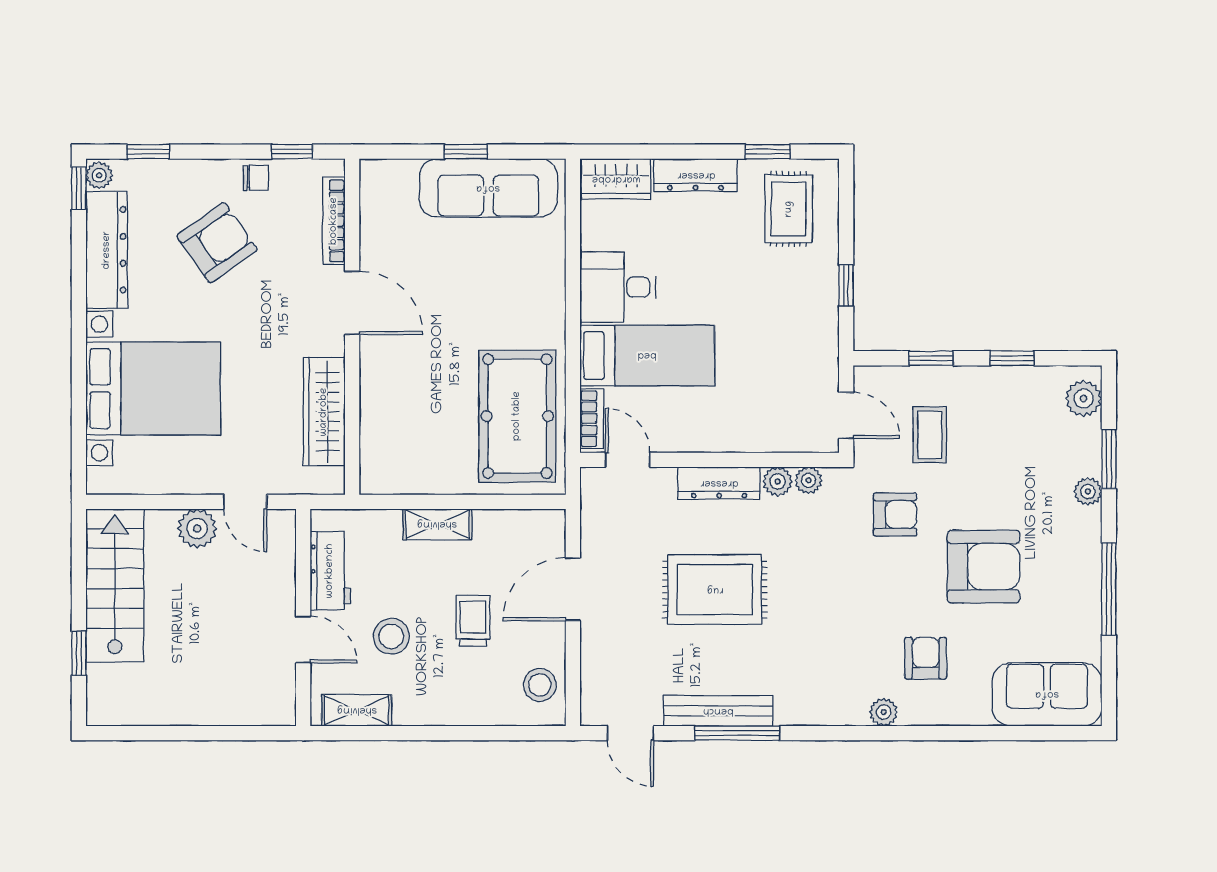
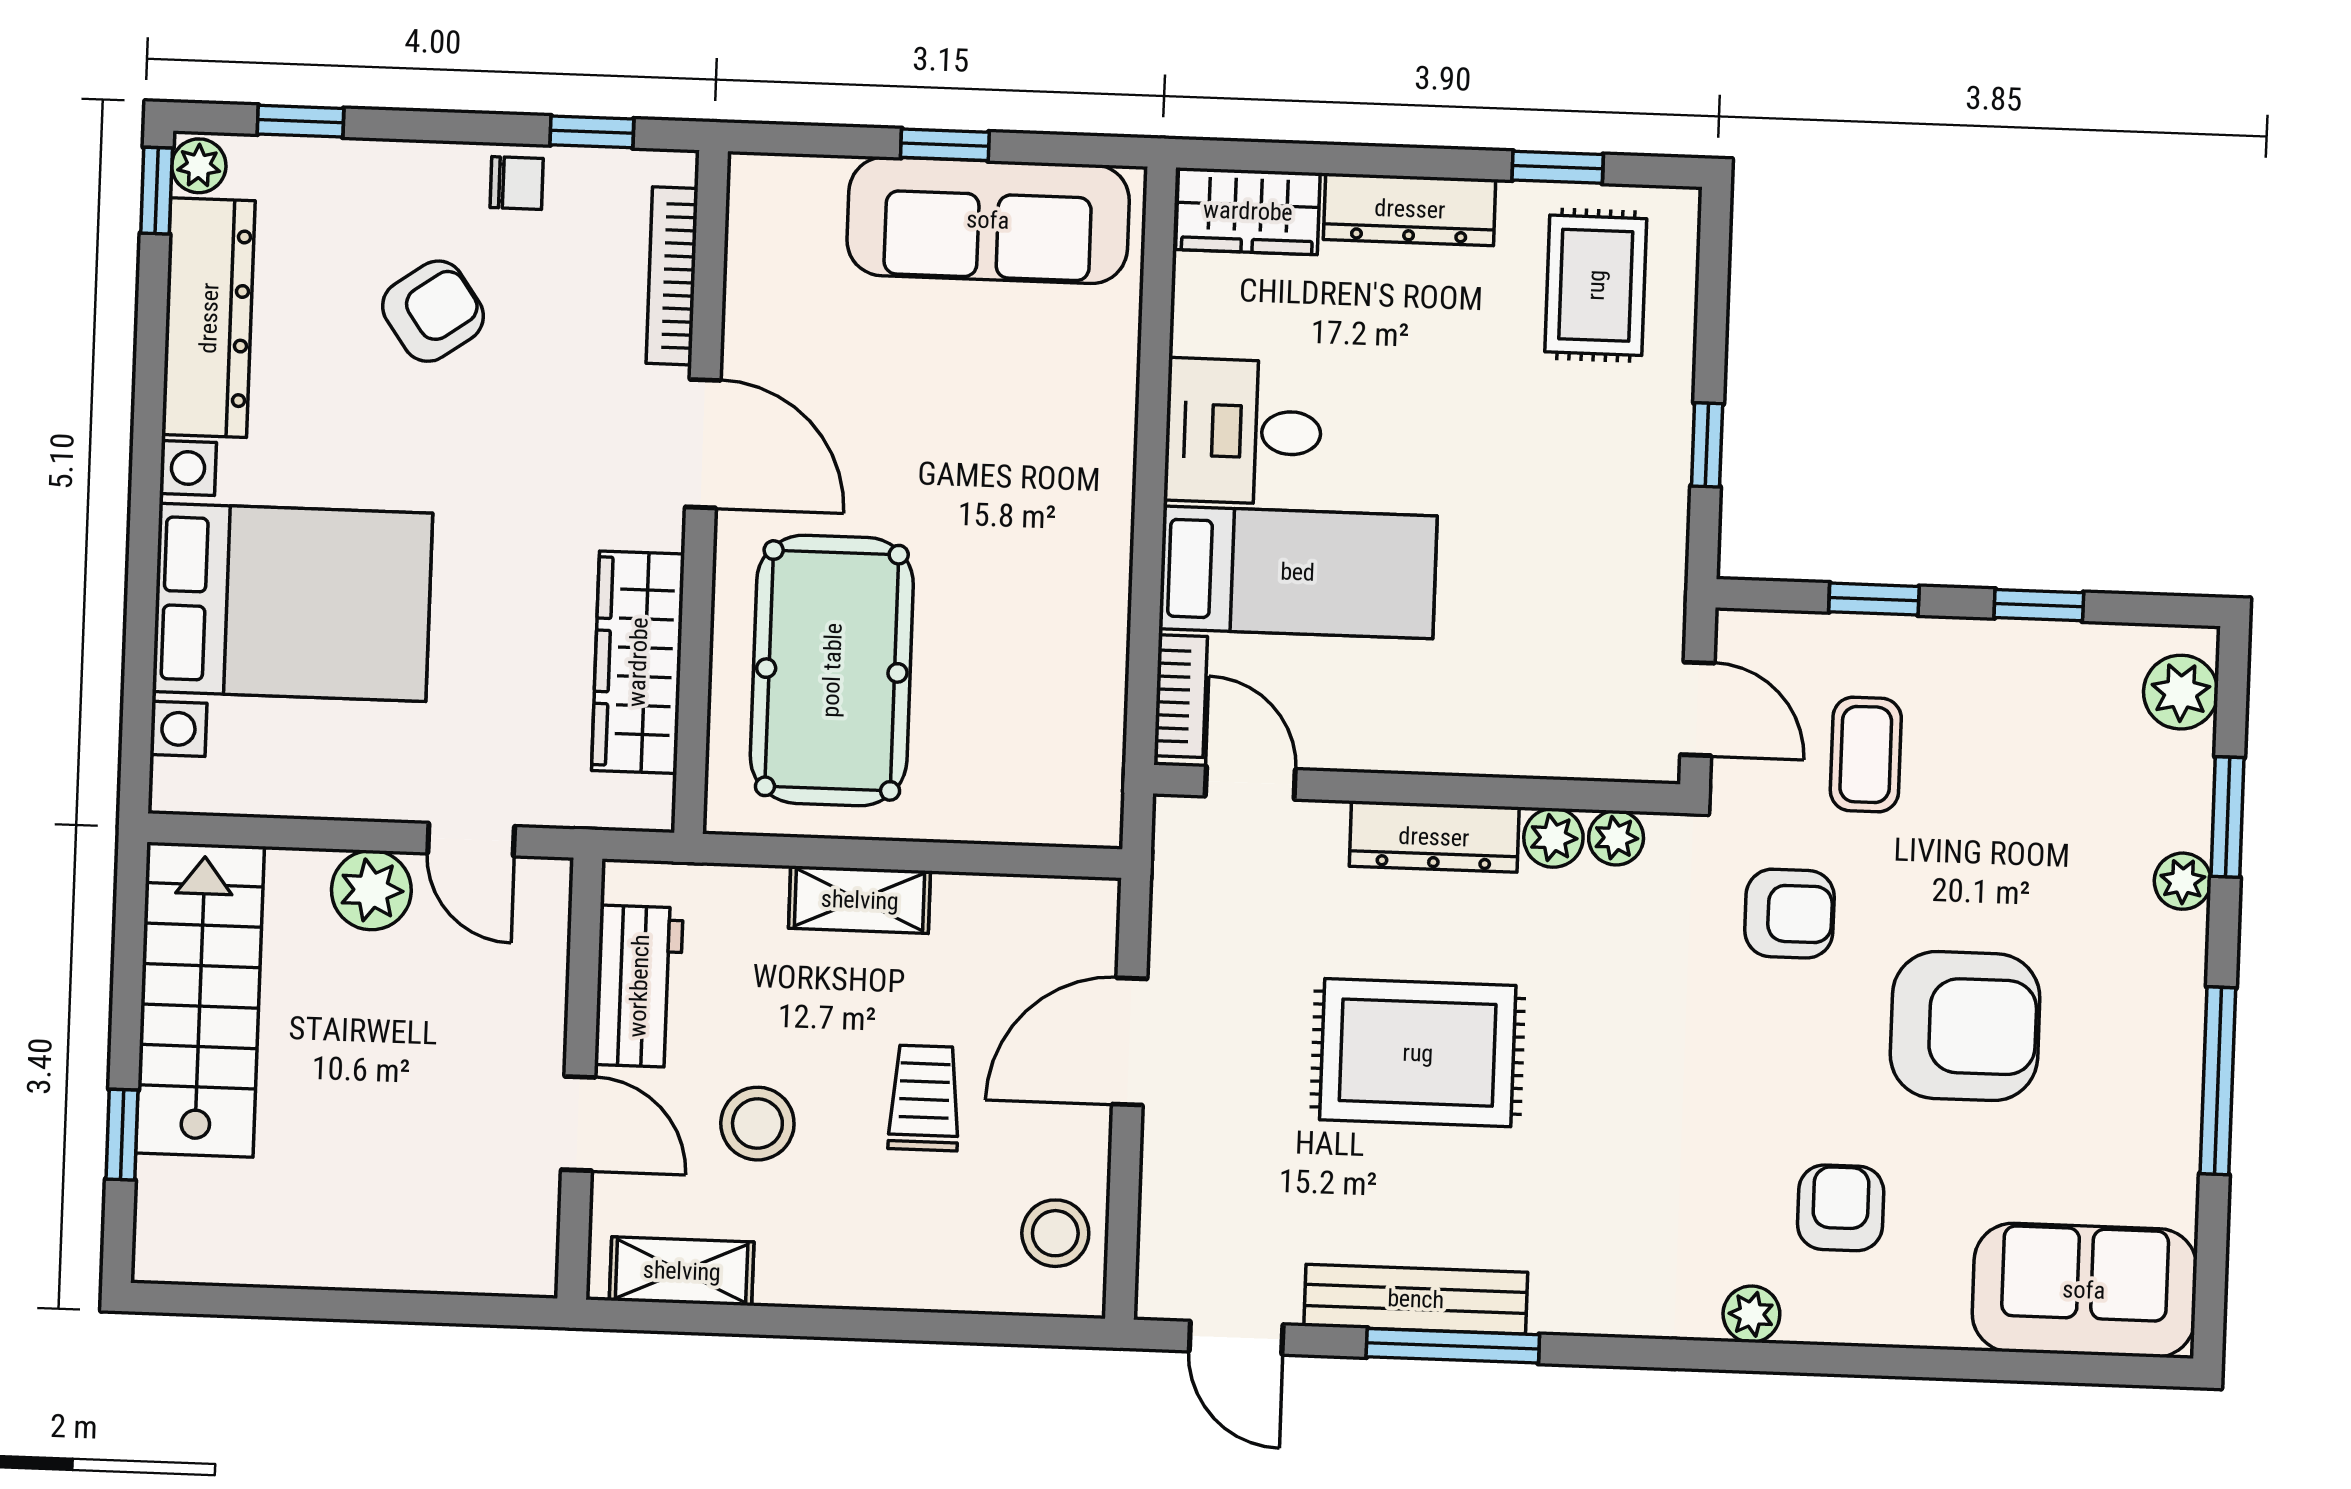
armchair: (217, 243) -> (433, 311), width x0.72, depth x0.72
pool table: (517, 416) -> (832, 670), moved

